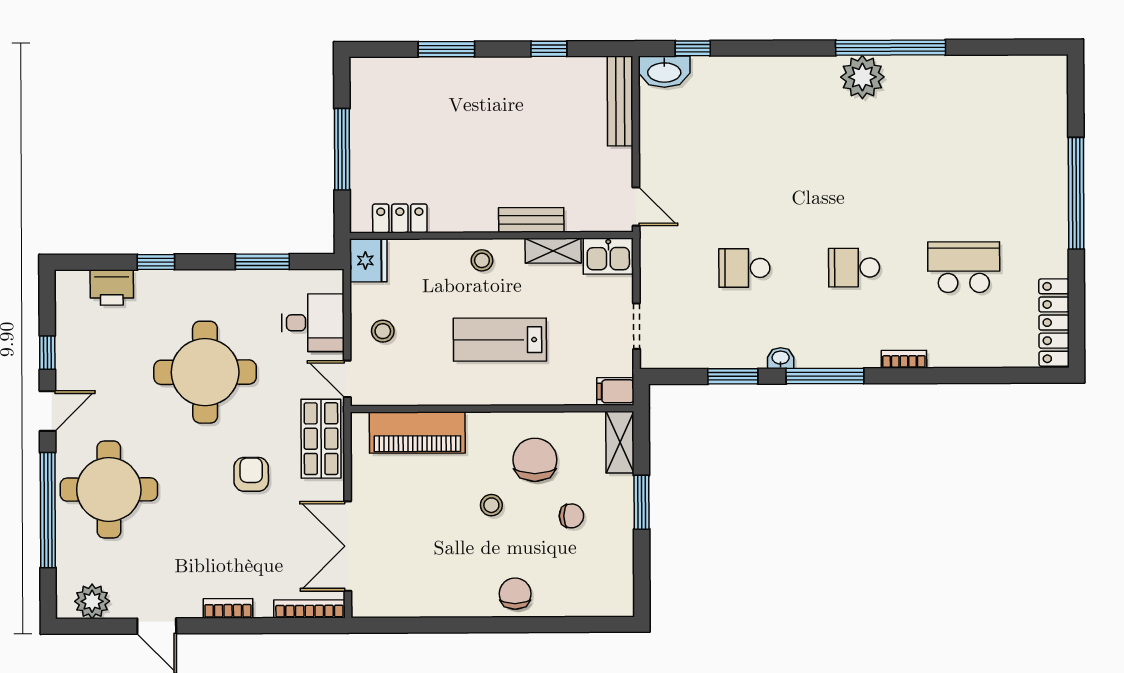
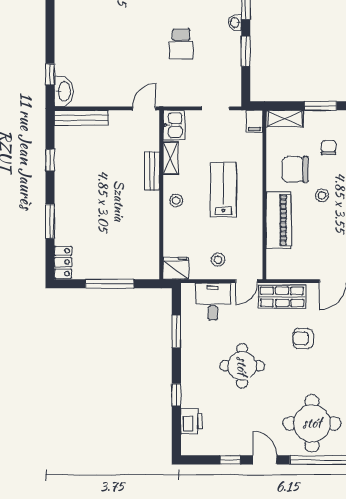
locker: (400, 218) -> (63, 262), moved, turned 180
lab bench: (500, 340) -> (223, 190), turned 180
round table: (205, 372) -> (242, 366), width x0.73, depth x0.73
piano: (417, 433) -> (279, 220), moved

